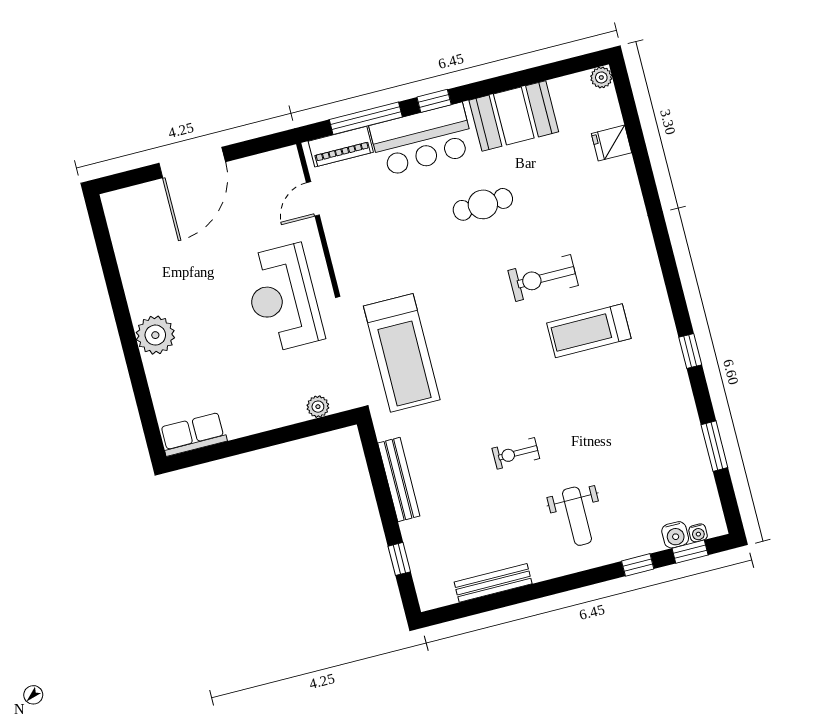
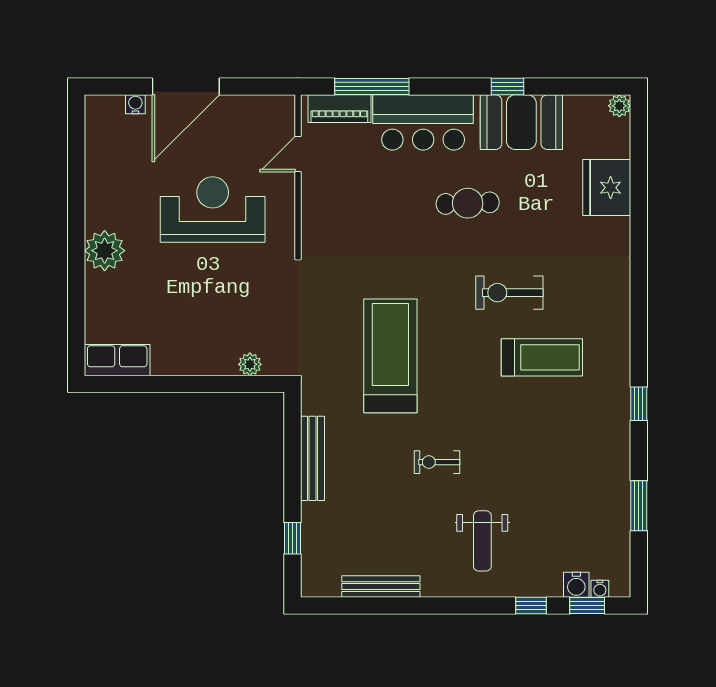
window: (434, 101) -> (508, 86), moved
fridge: (611, 143) -> (607, 188), width x1.88, depth x1.34
water cooler: (149, 191) -> (135, 104), added
reception desk: (283, 298) -> (213, 210), moved, turned 90
treadmill: (589, 331) -> (542, 357), turned 180
treadmill: (402, 353) -> (390, 356), moved, turned 180

